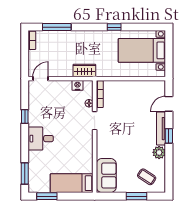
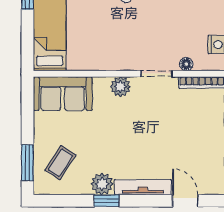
window: (169, 136) -> (107, 201), moved
plant: (102, 142) -> (120, 87), added
window: (136, 196) -> (27, 163), moved

